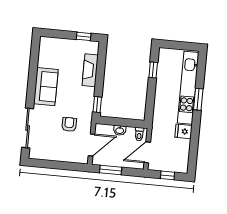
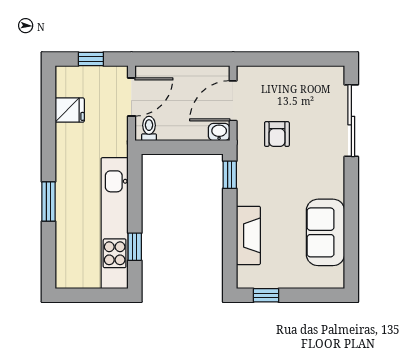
sofa: (46, 87) -> (325, 232), moved
kitchen unit: (188, 88) -> (115, 223), moved, turned 180
washbasin: (120, 130) -> (219, 132), moved
fridge: (183, 131) -> (70, 110), moved
window: (111, 170) -> (194, 59), removed

